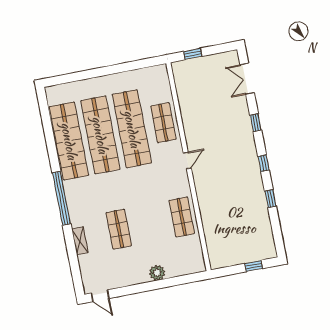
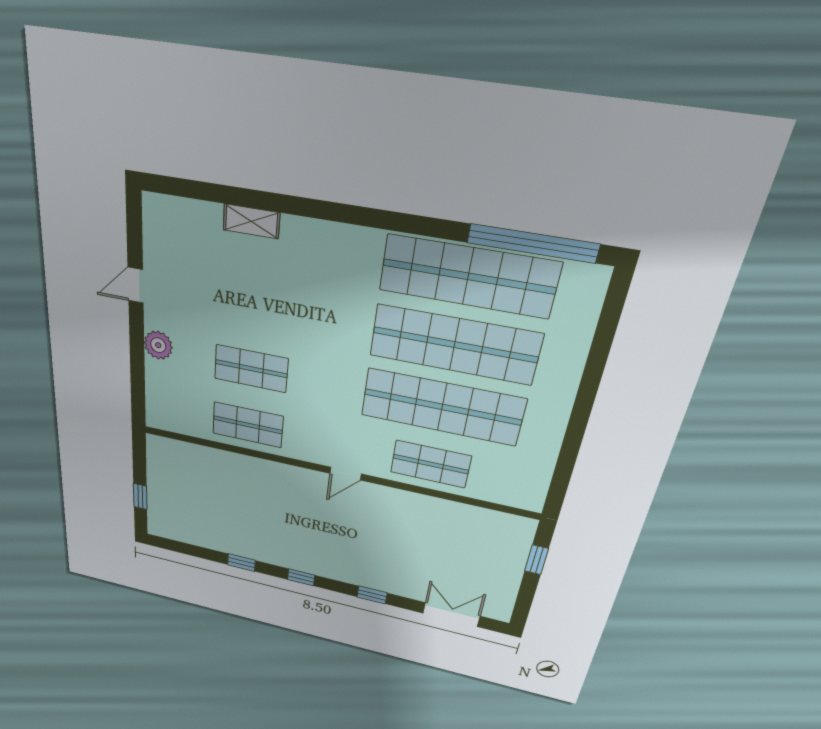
door: (187, 161) -> (345, 474), hinge flipped
window: (61, 198) -> (533, 243), moved
shop shelf: (119, 229) -> (251, 369), moved
door: (100, 296) -> (136, 285), moved

